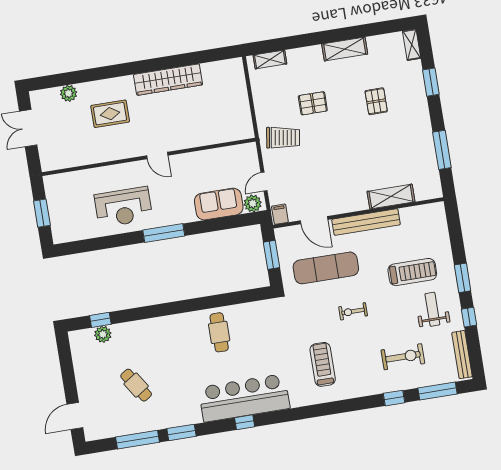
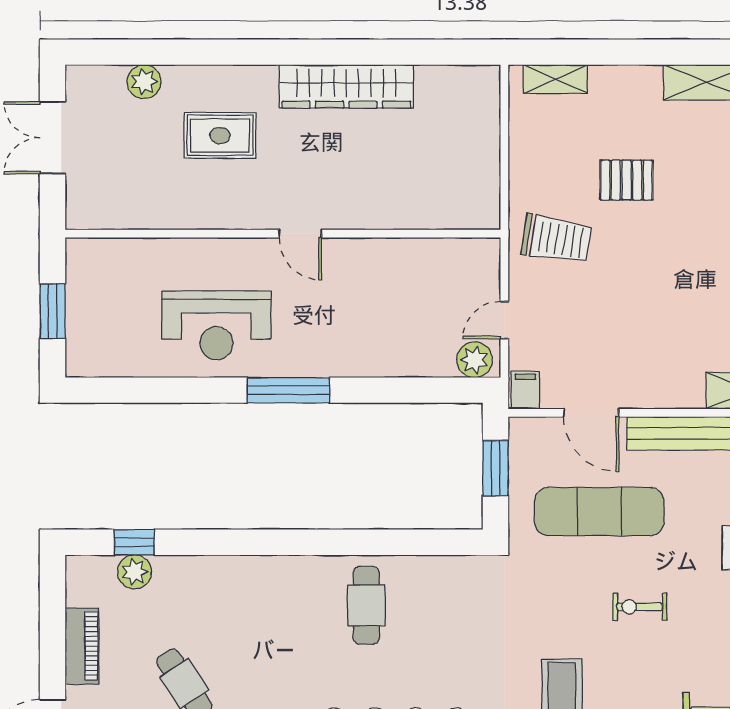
sofa: (219, 204) -> (407, 350), removed
piano: (83, 375) -> (82, 646), added

